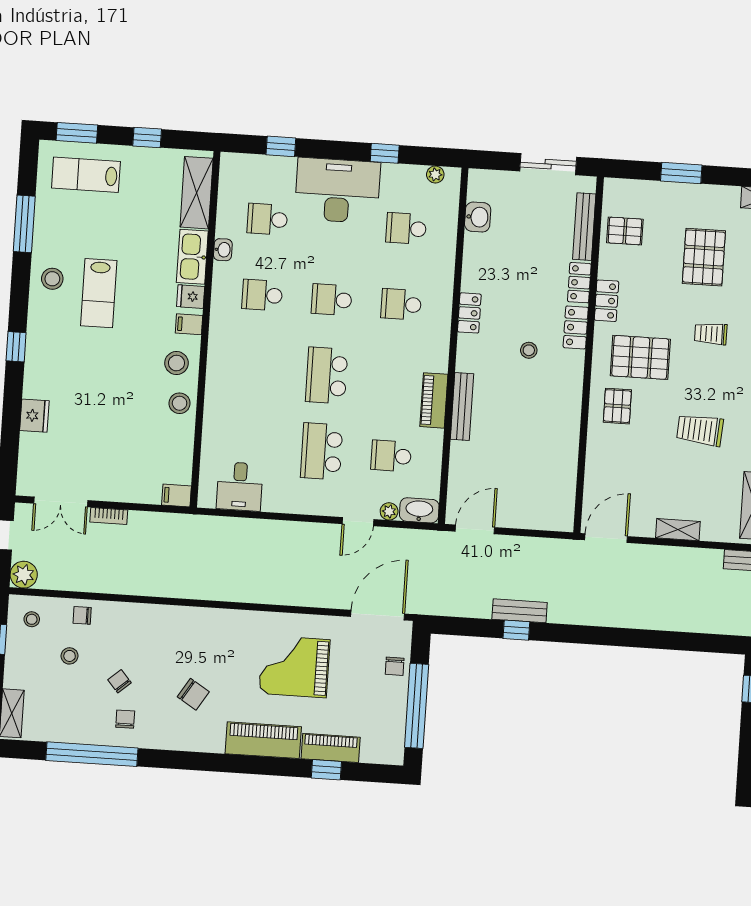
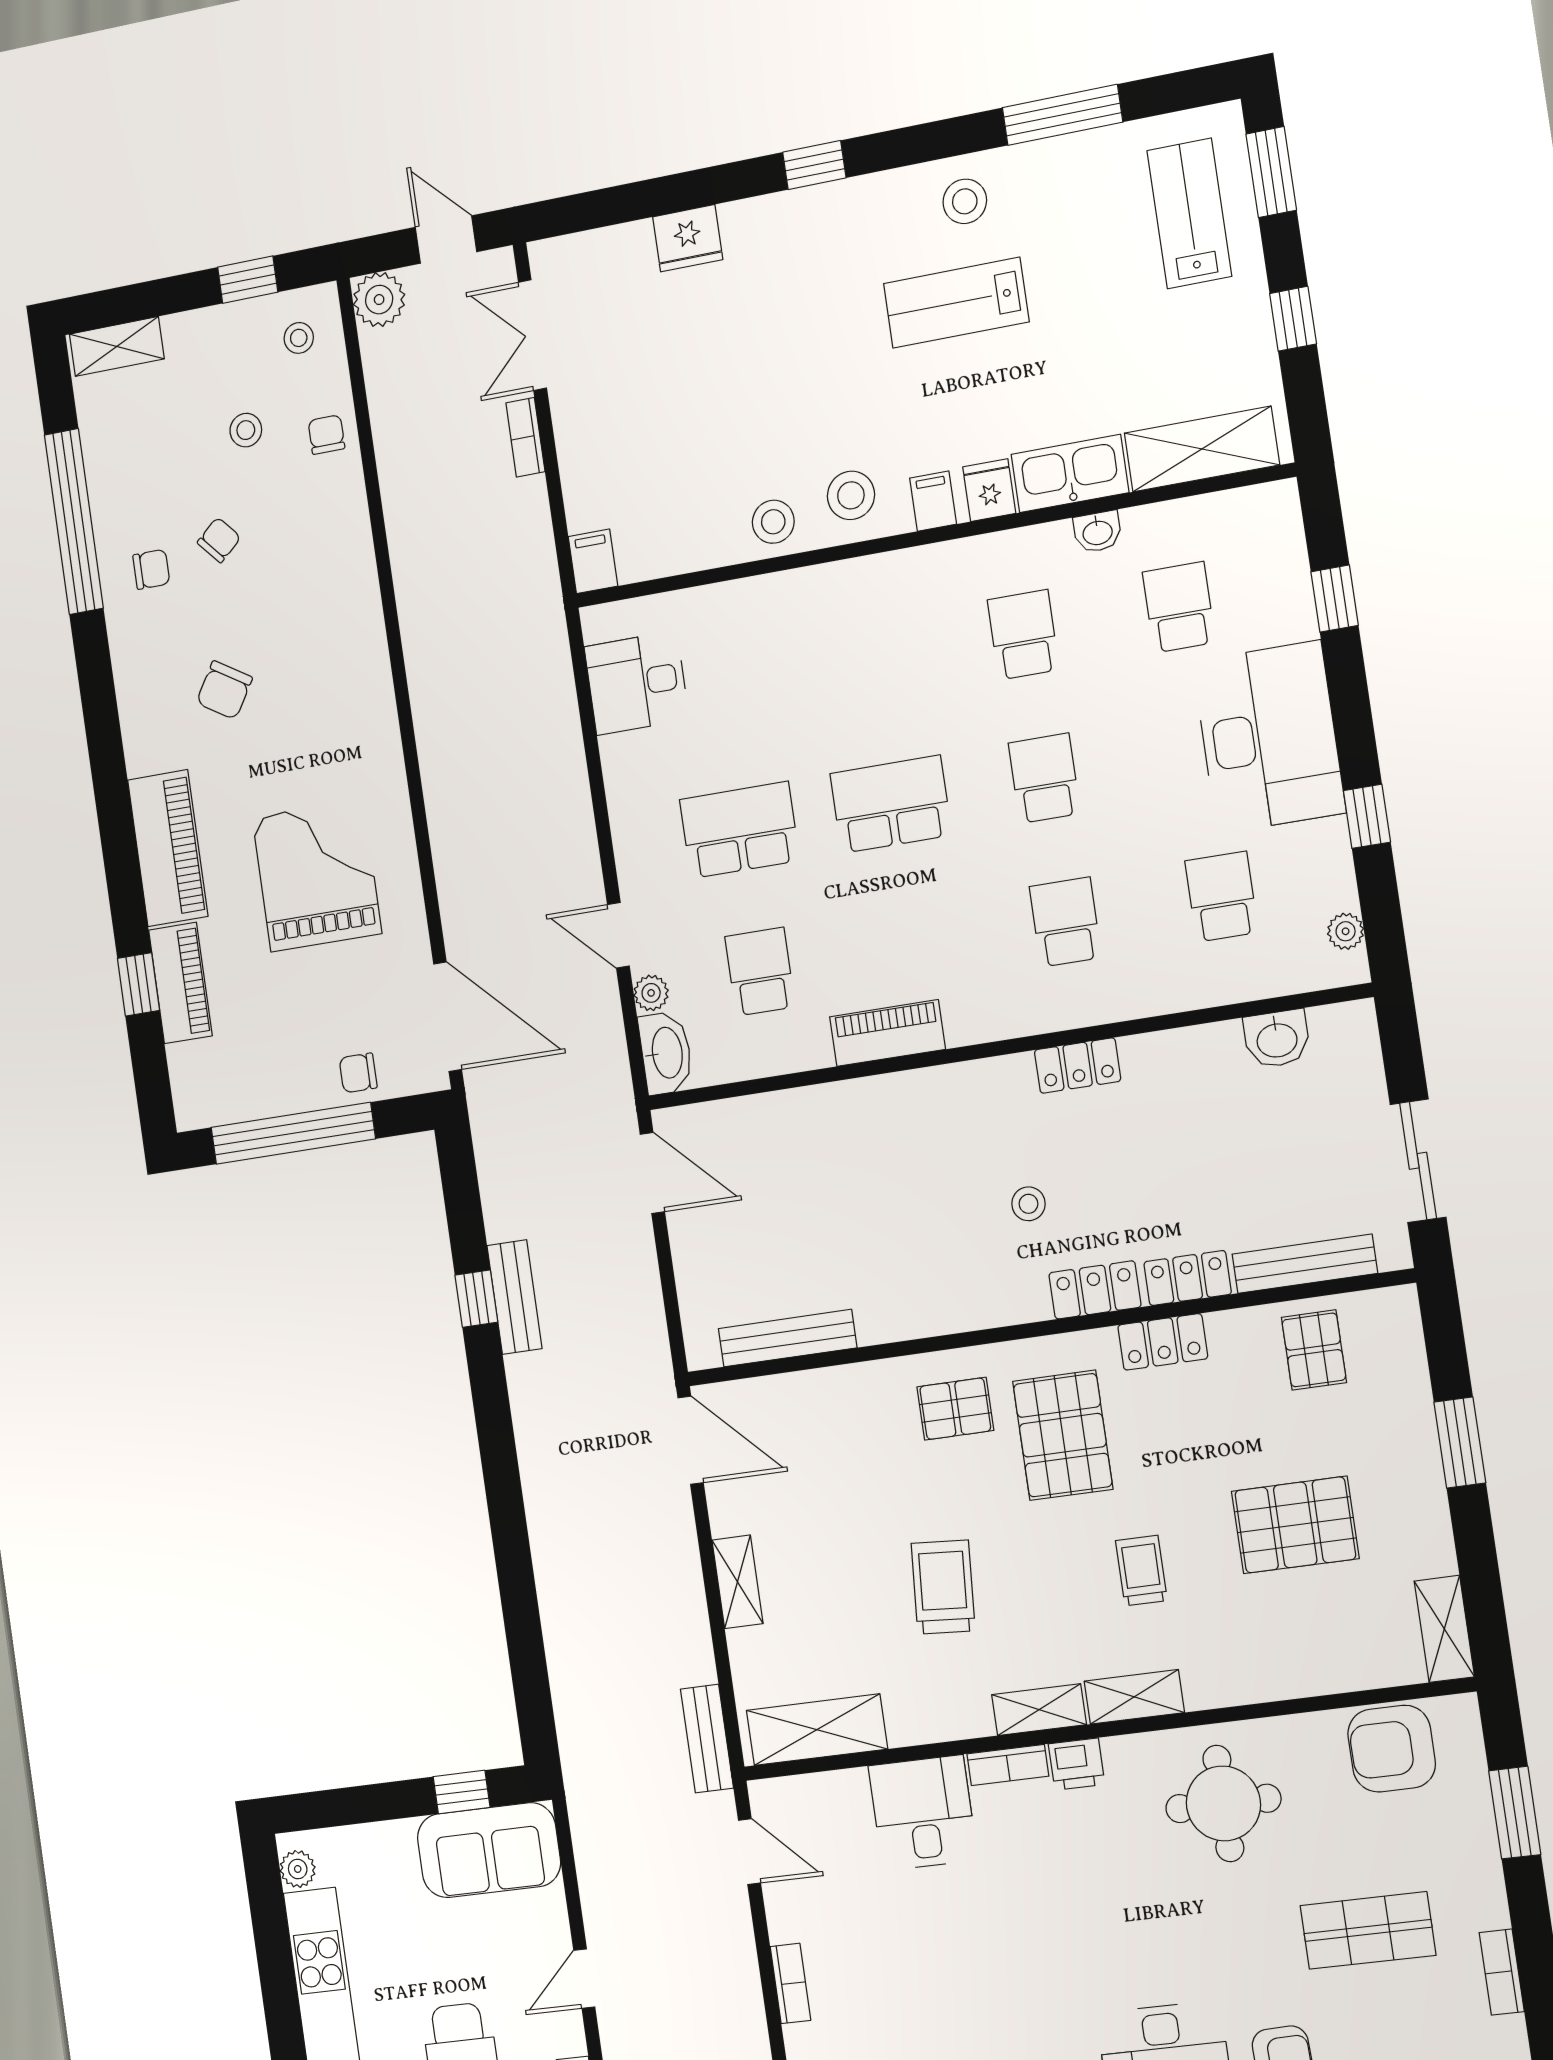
bench: (462, 407) -> (788, 1338), moved

